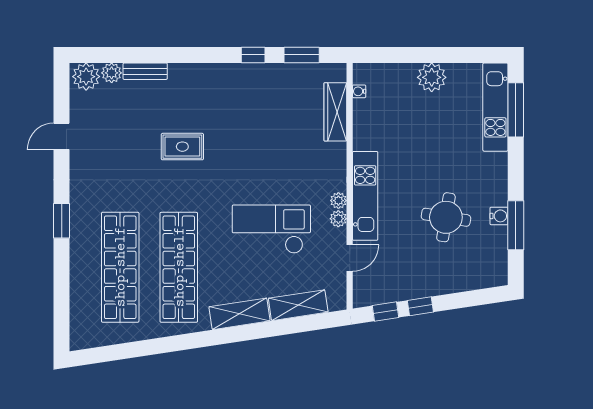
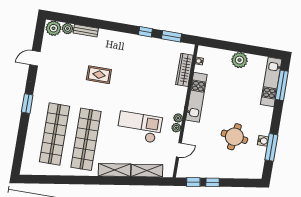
kitchen unit: (365, 196) -> (196, 97), moved

